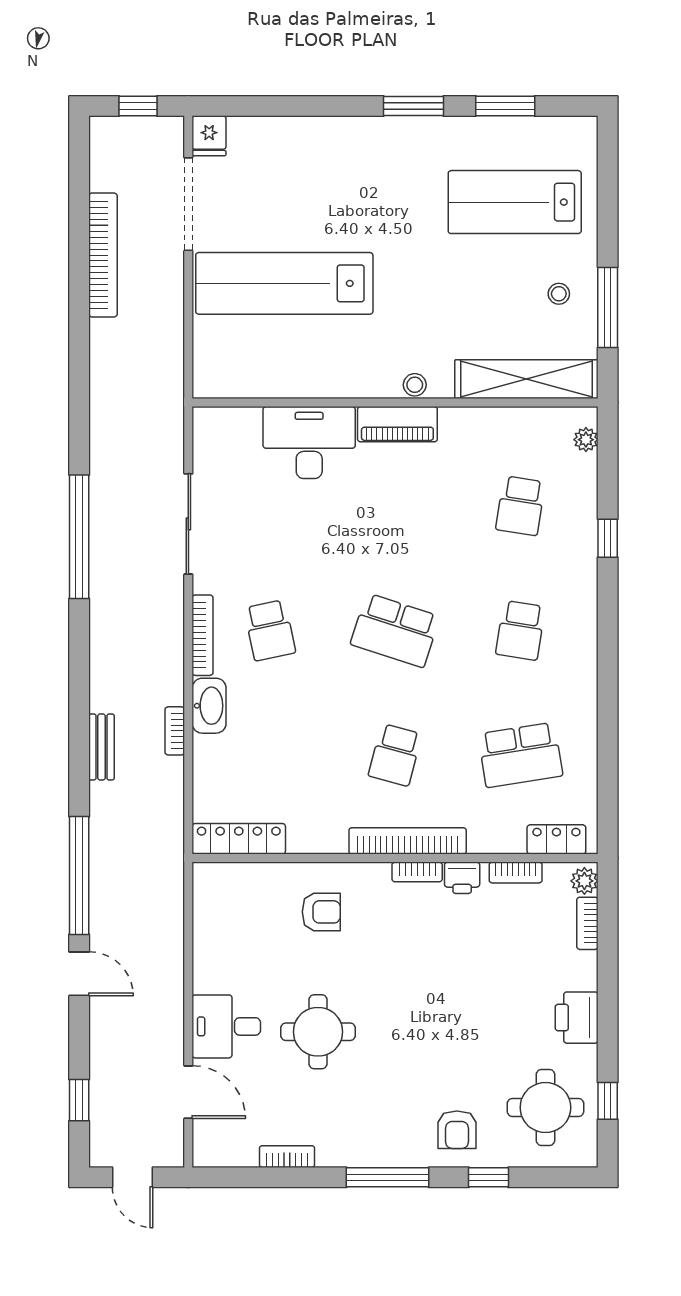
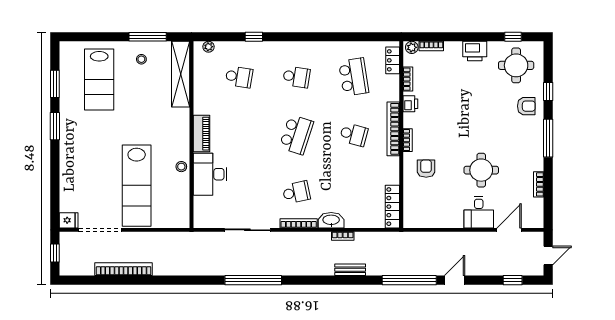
stool: (415, 385) -> (181, 167), moved
bookcase: (417, 872) -> (408, 140), moved

